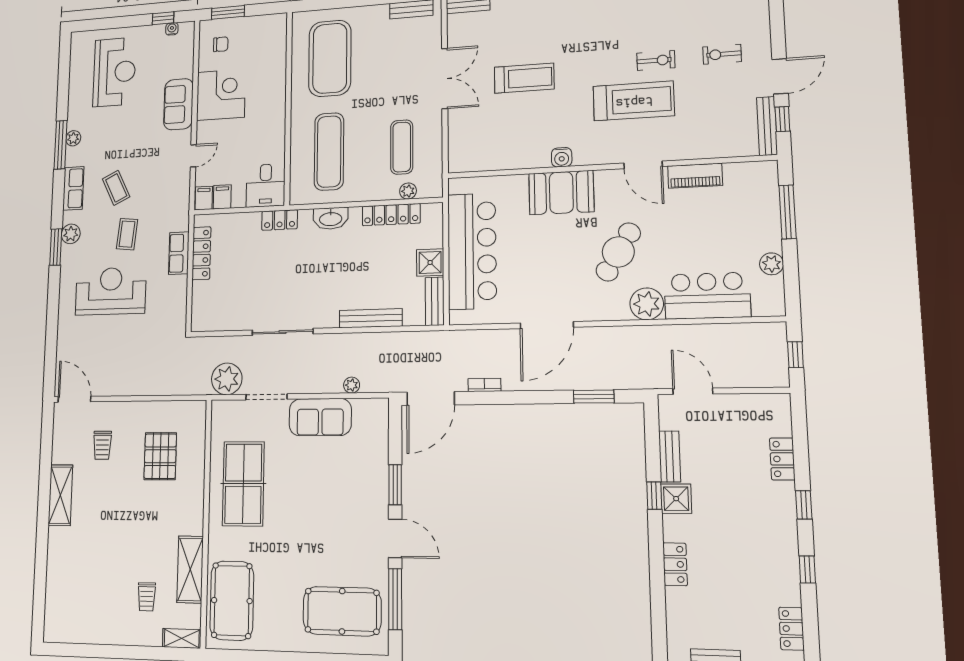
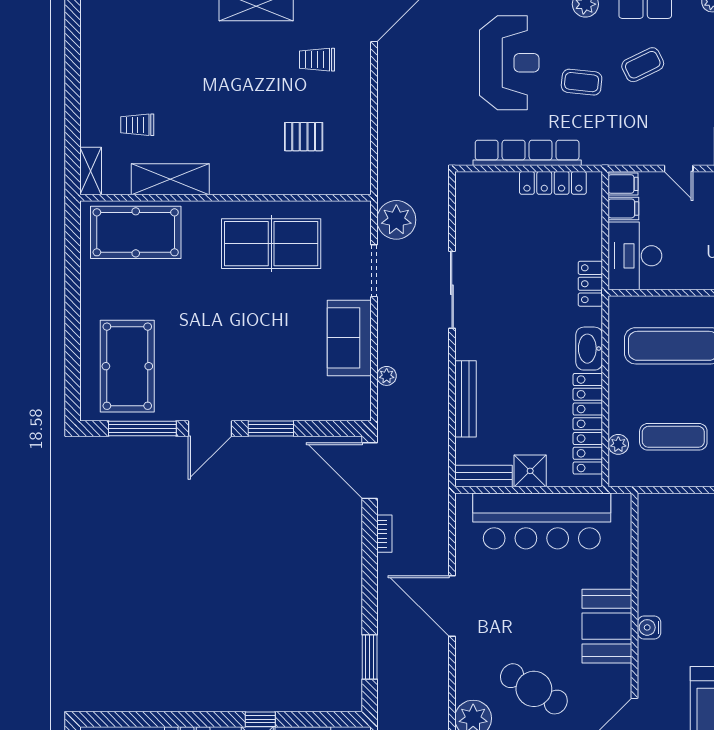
desk: (266, 185) -> (635, 256), width x1.37
locker: (391, 215) -> (588, 424), width x1.41, depth x1.21
row of seats: (179, 253) -> (527, 153), width x2.02
pallet: (160, 456) -> (304, 137), width x0.67, depth x0.71

